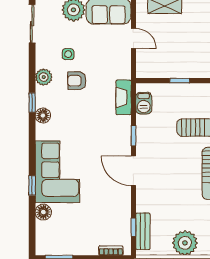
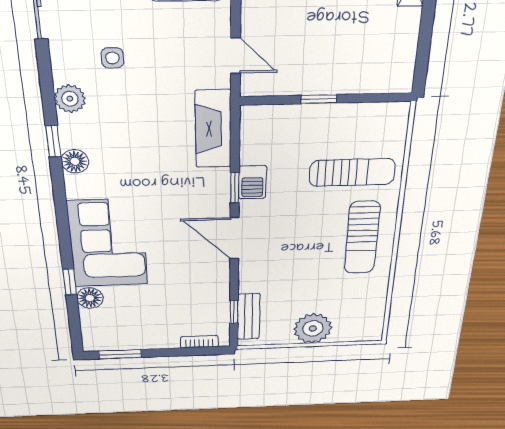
door: (133, 38) -> (236, 56), moved
armchair: (77, 81) -> (132, 103), removed
fireplace: (124, 97) -> (213, 129), width x1.37, depth x1.32
barbecue: (144, 103) -> (252, 182), moved
window: (32, 186) -> (70, 282), moved

